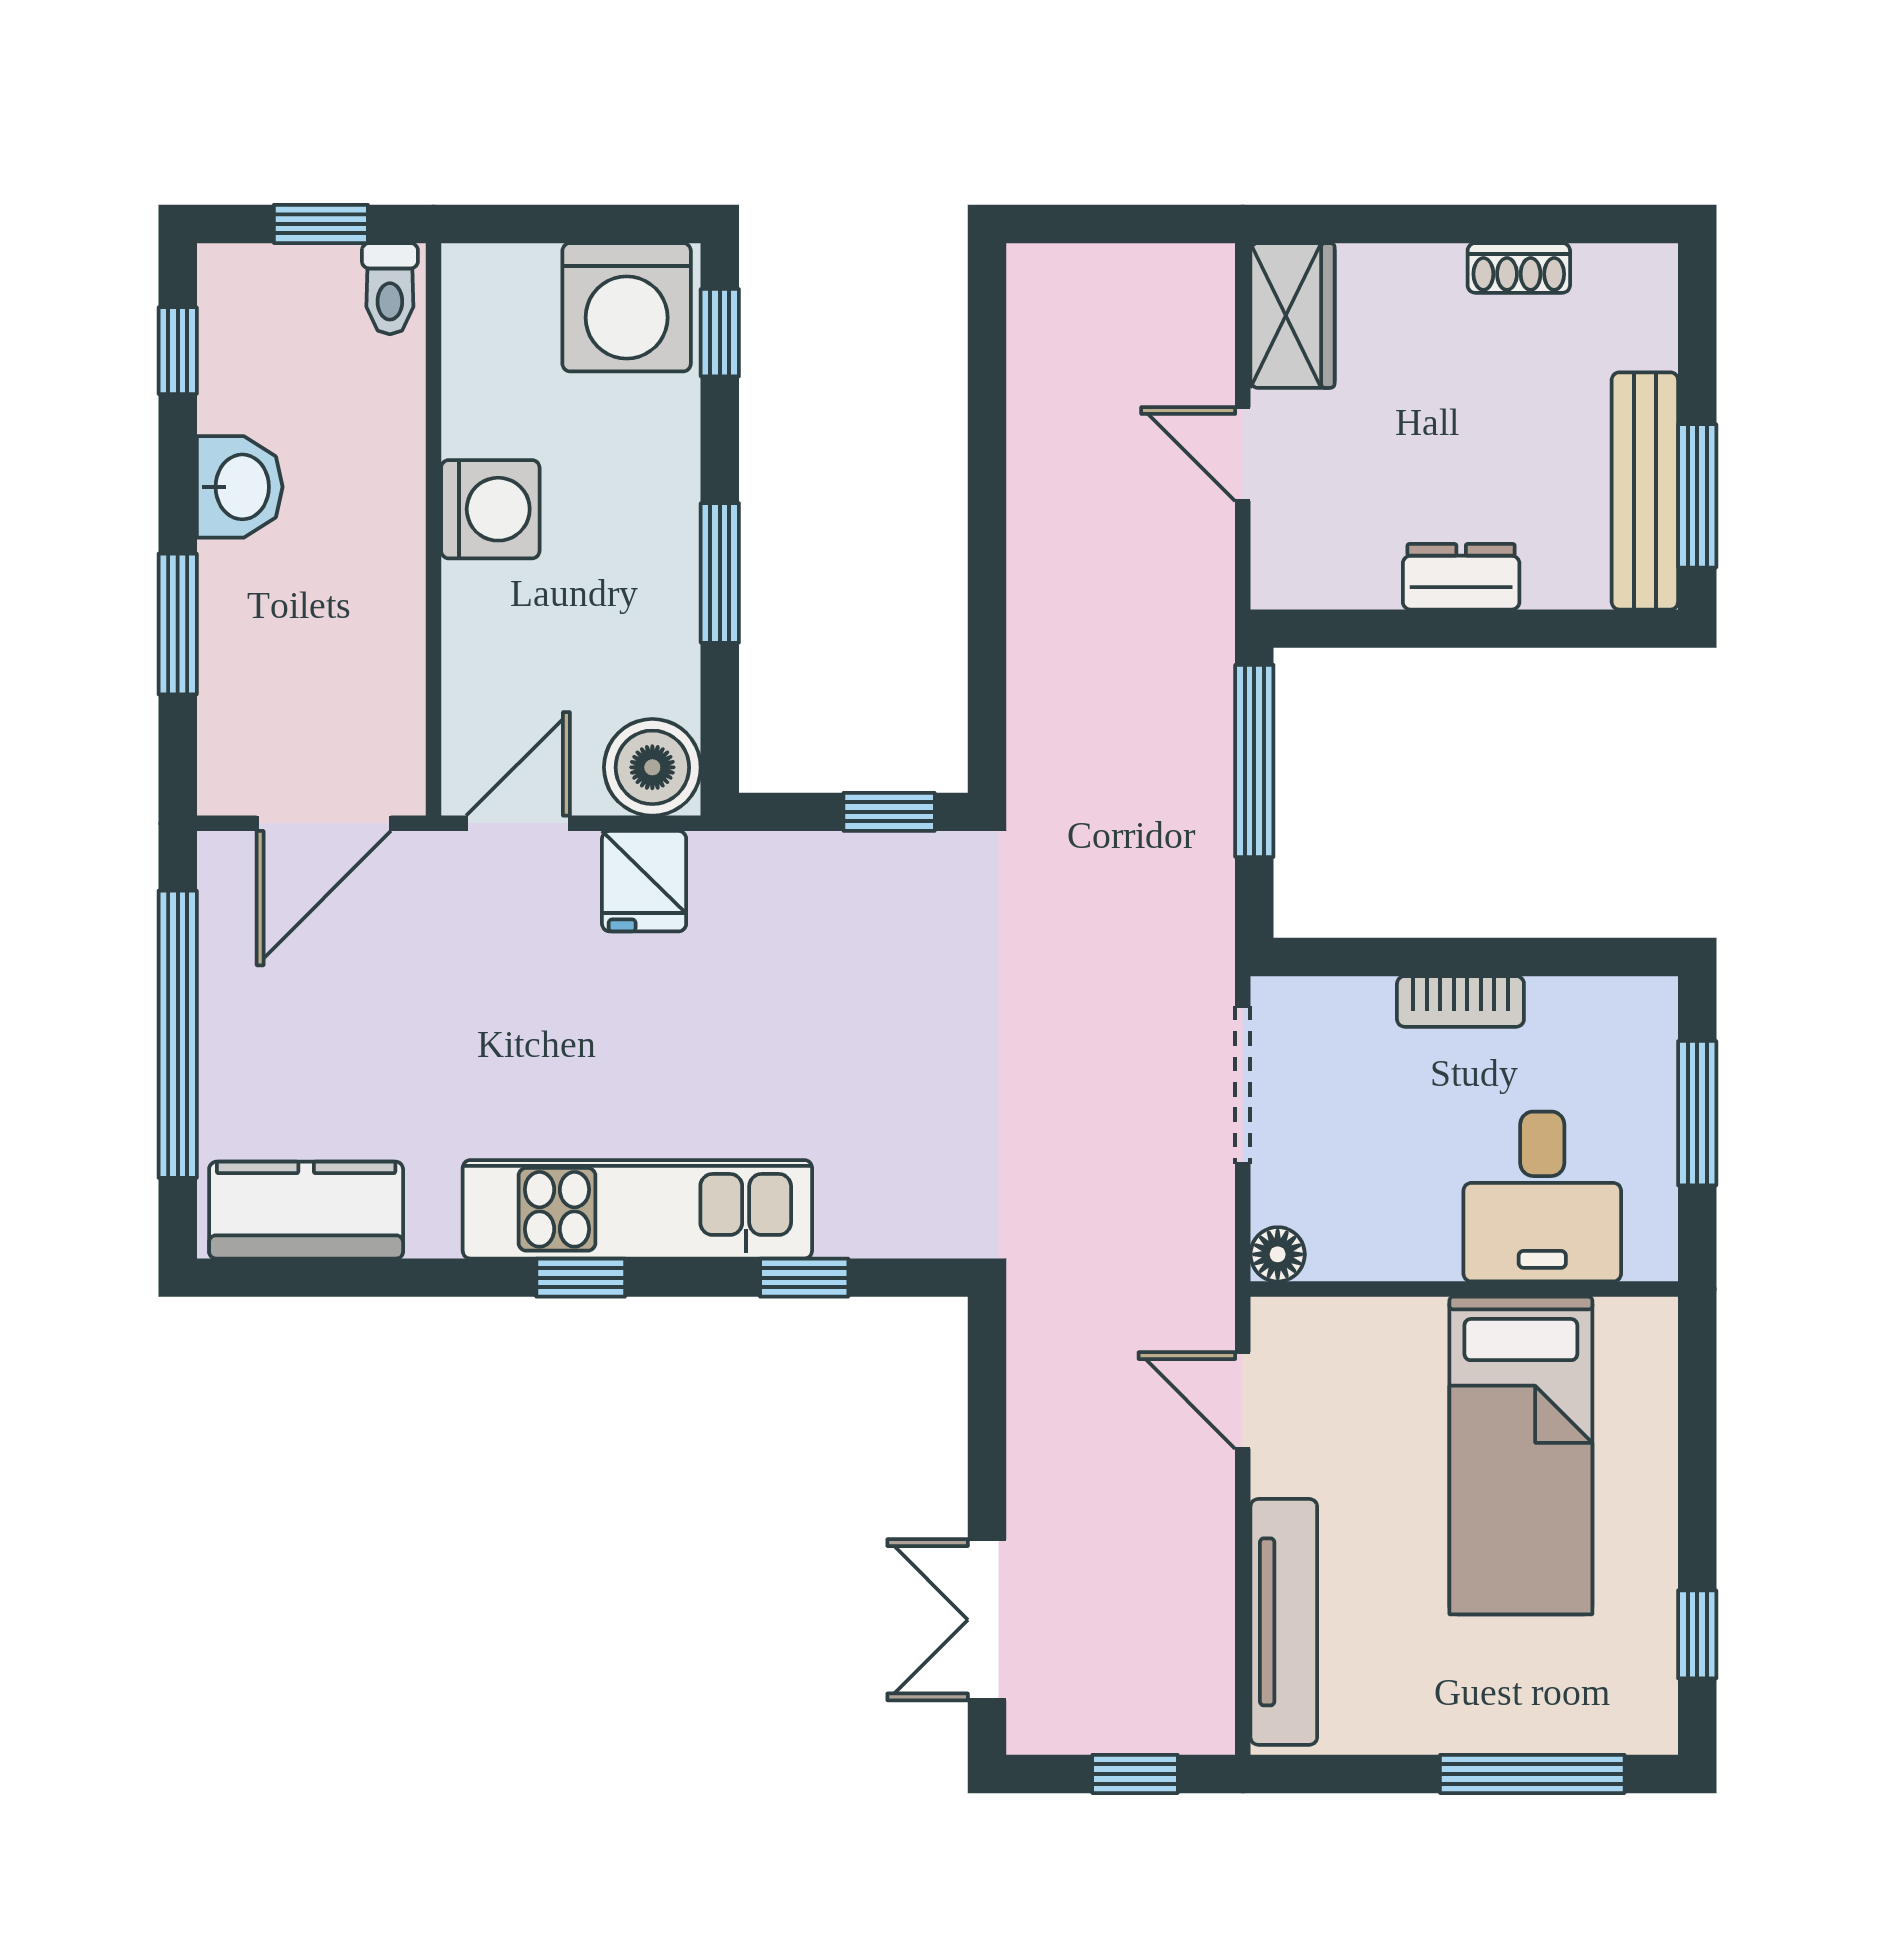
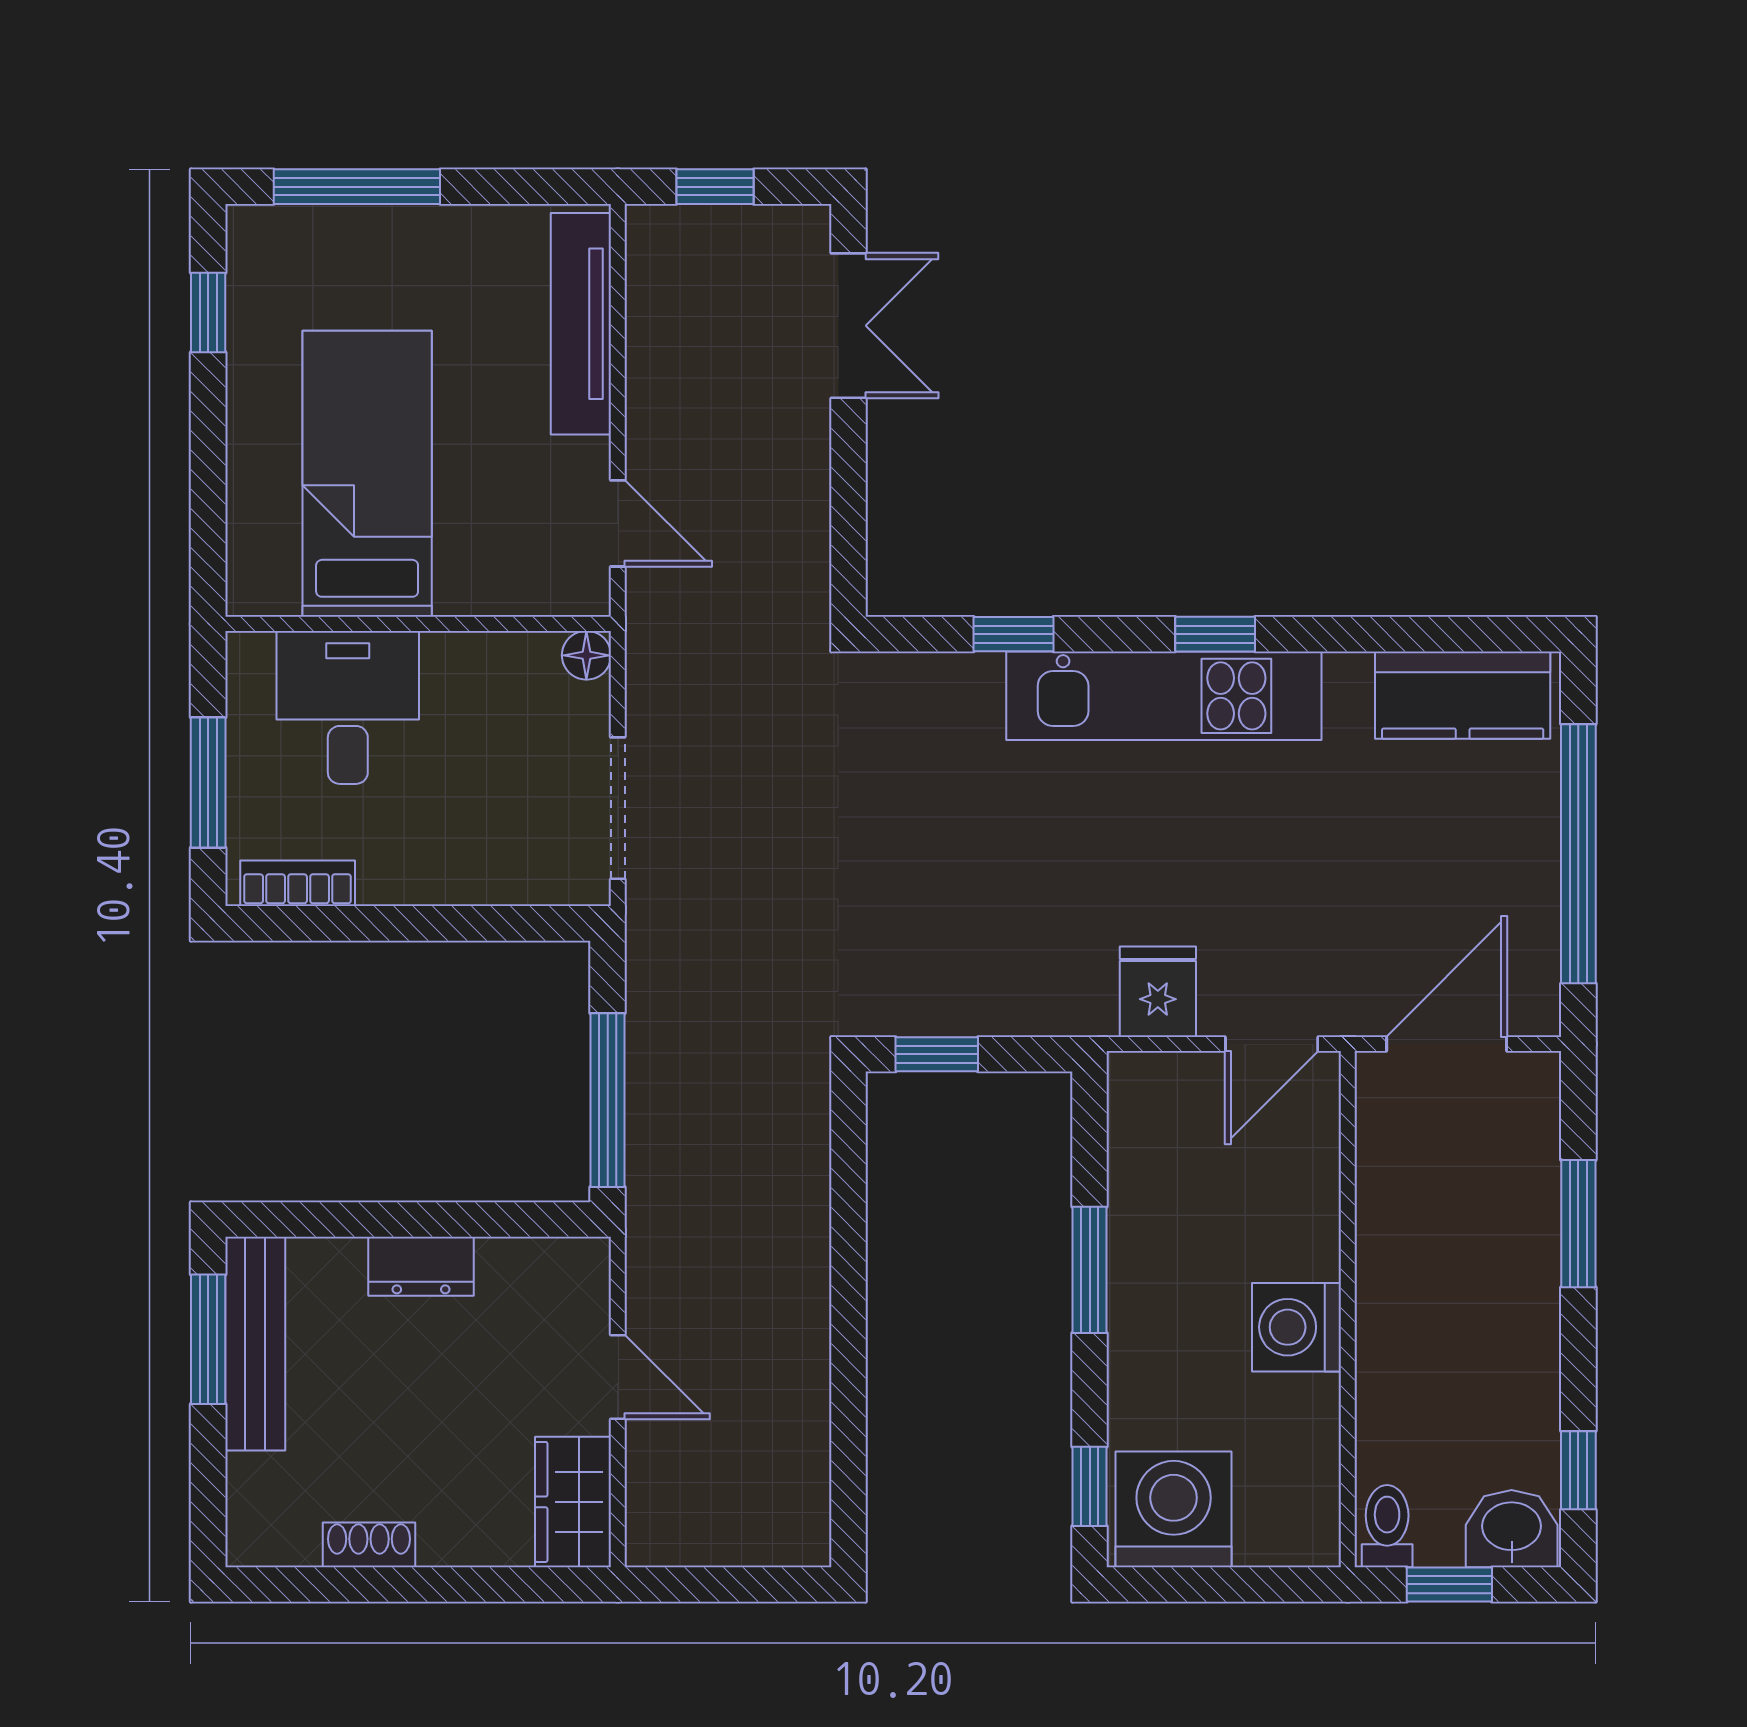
washbasin: (240, 487) -> (1512, 1529), moved, turned 90
boiler: (652, 767) -> (1150, 1094), removed
bookcase: (1460, 1001) -> (298, 883), moved

